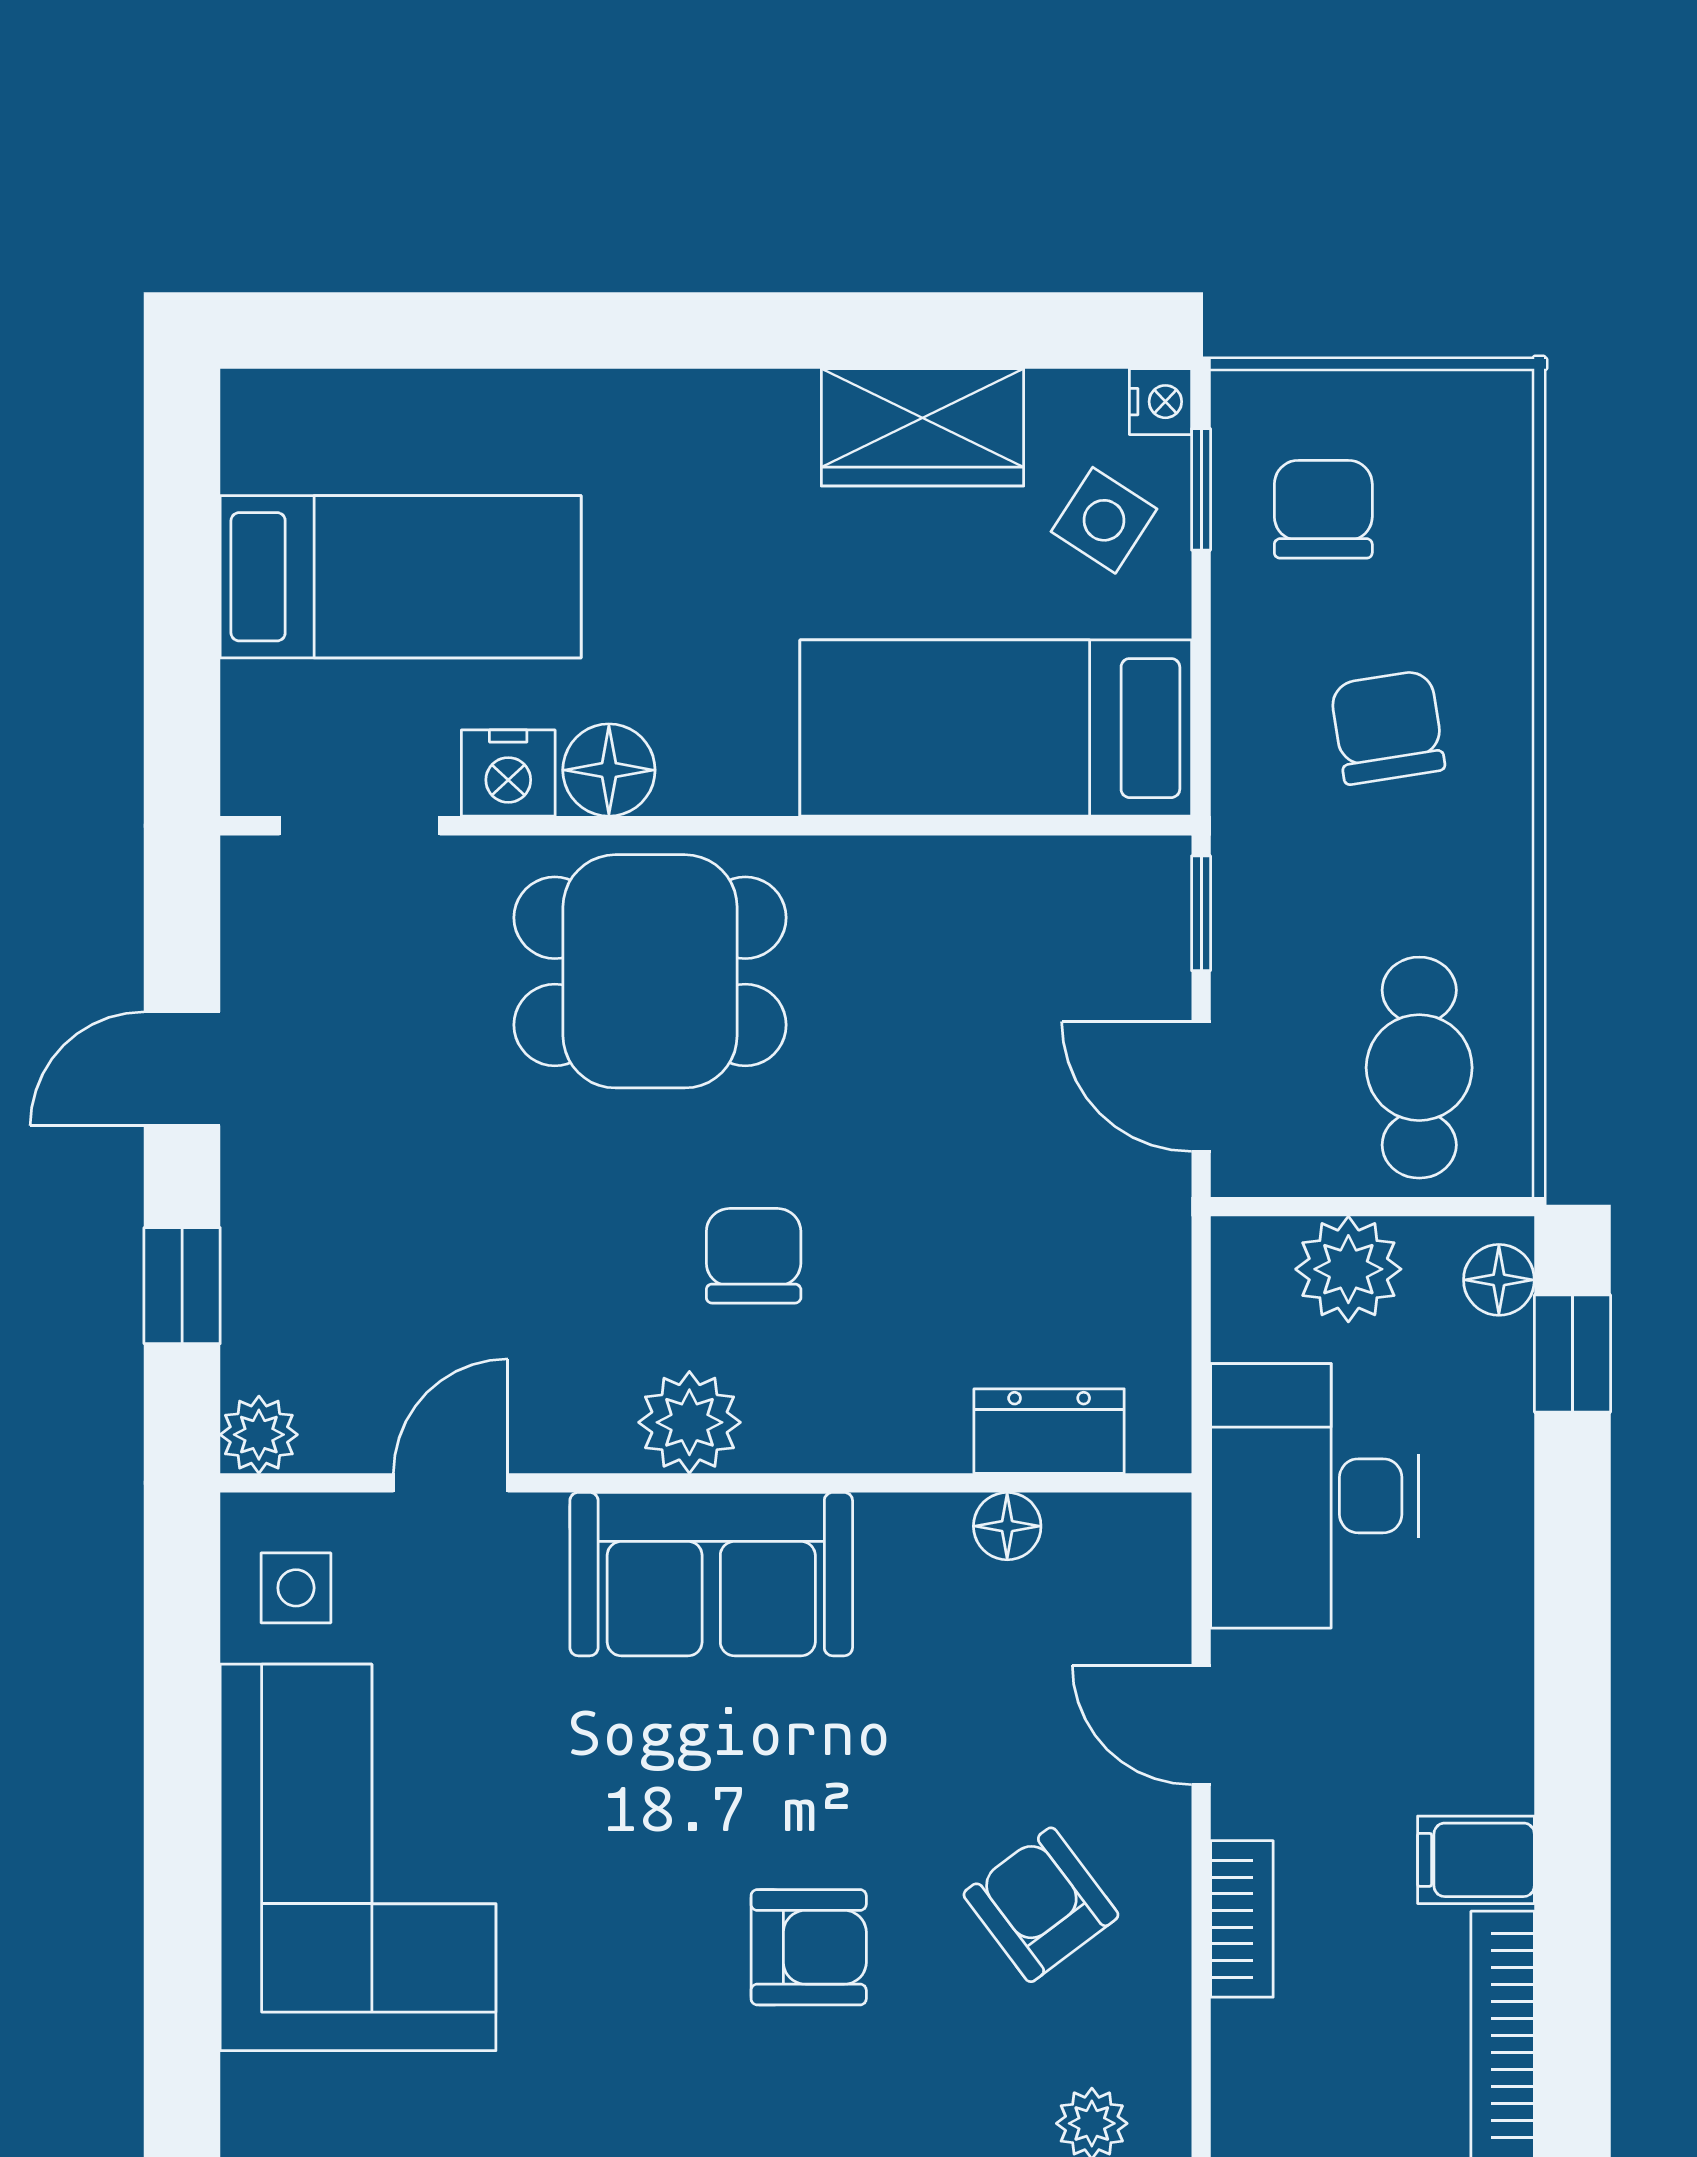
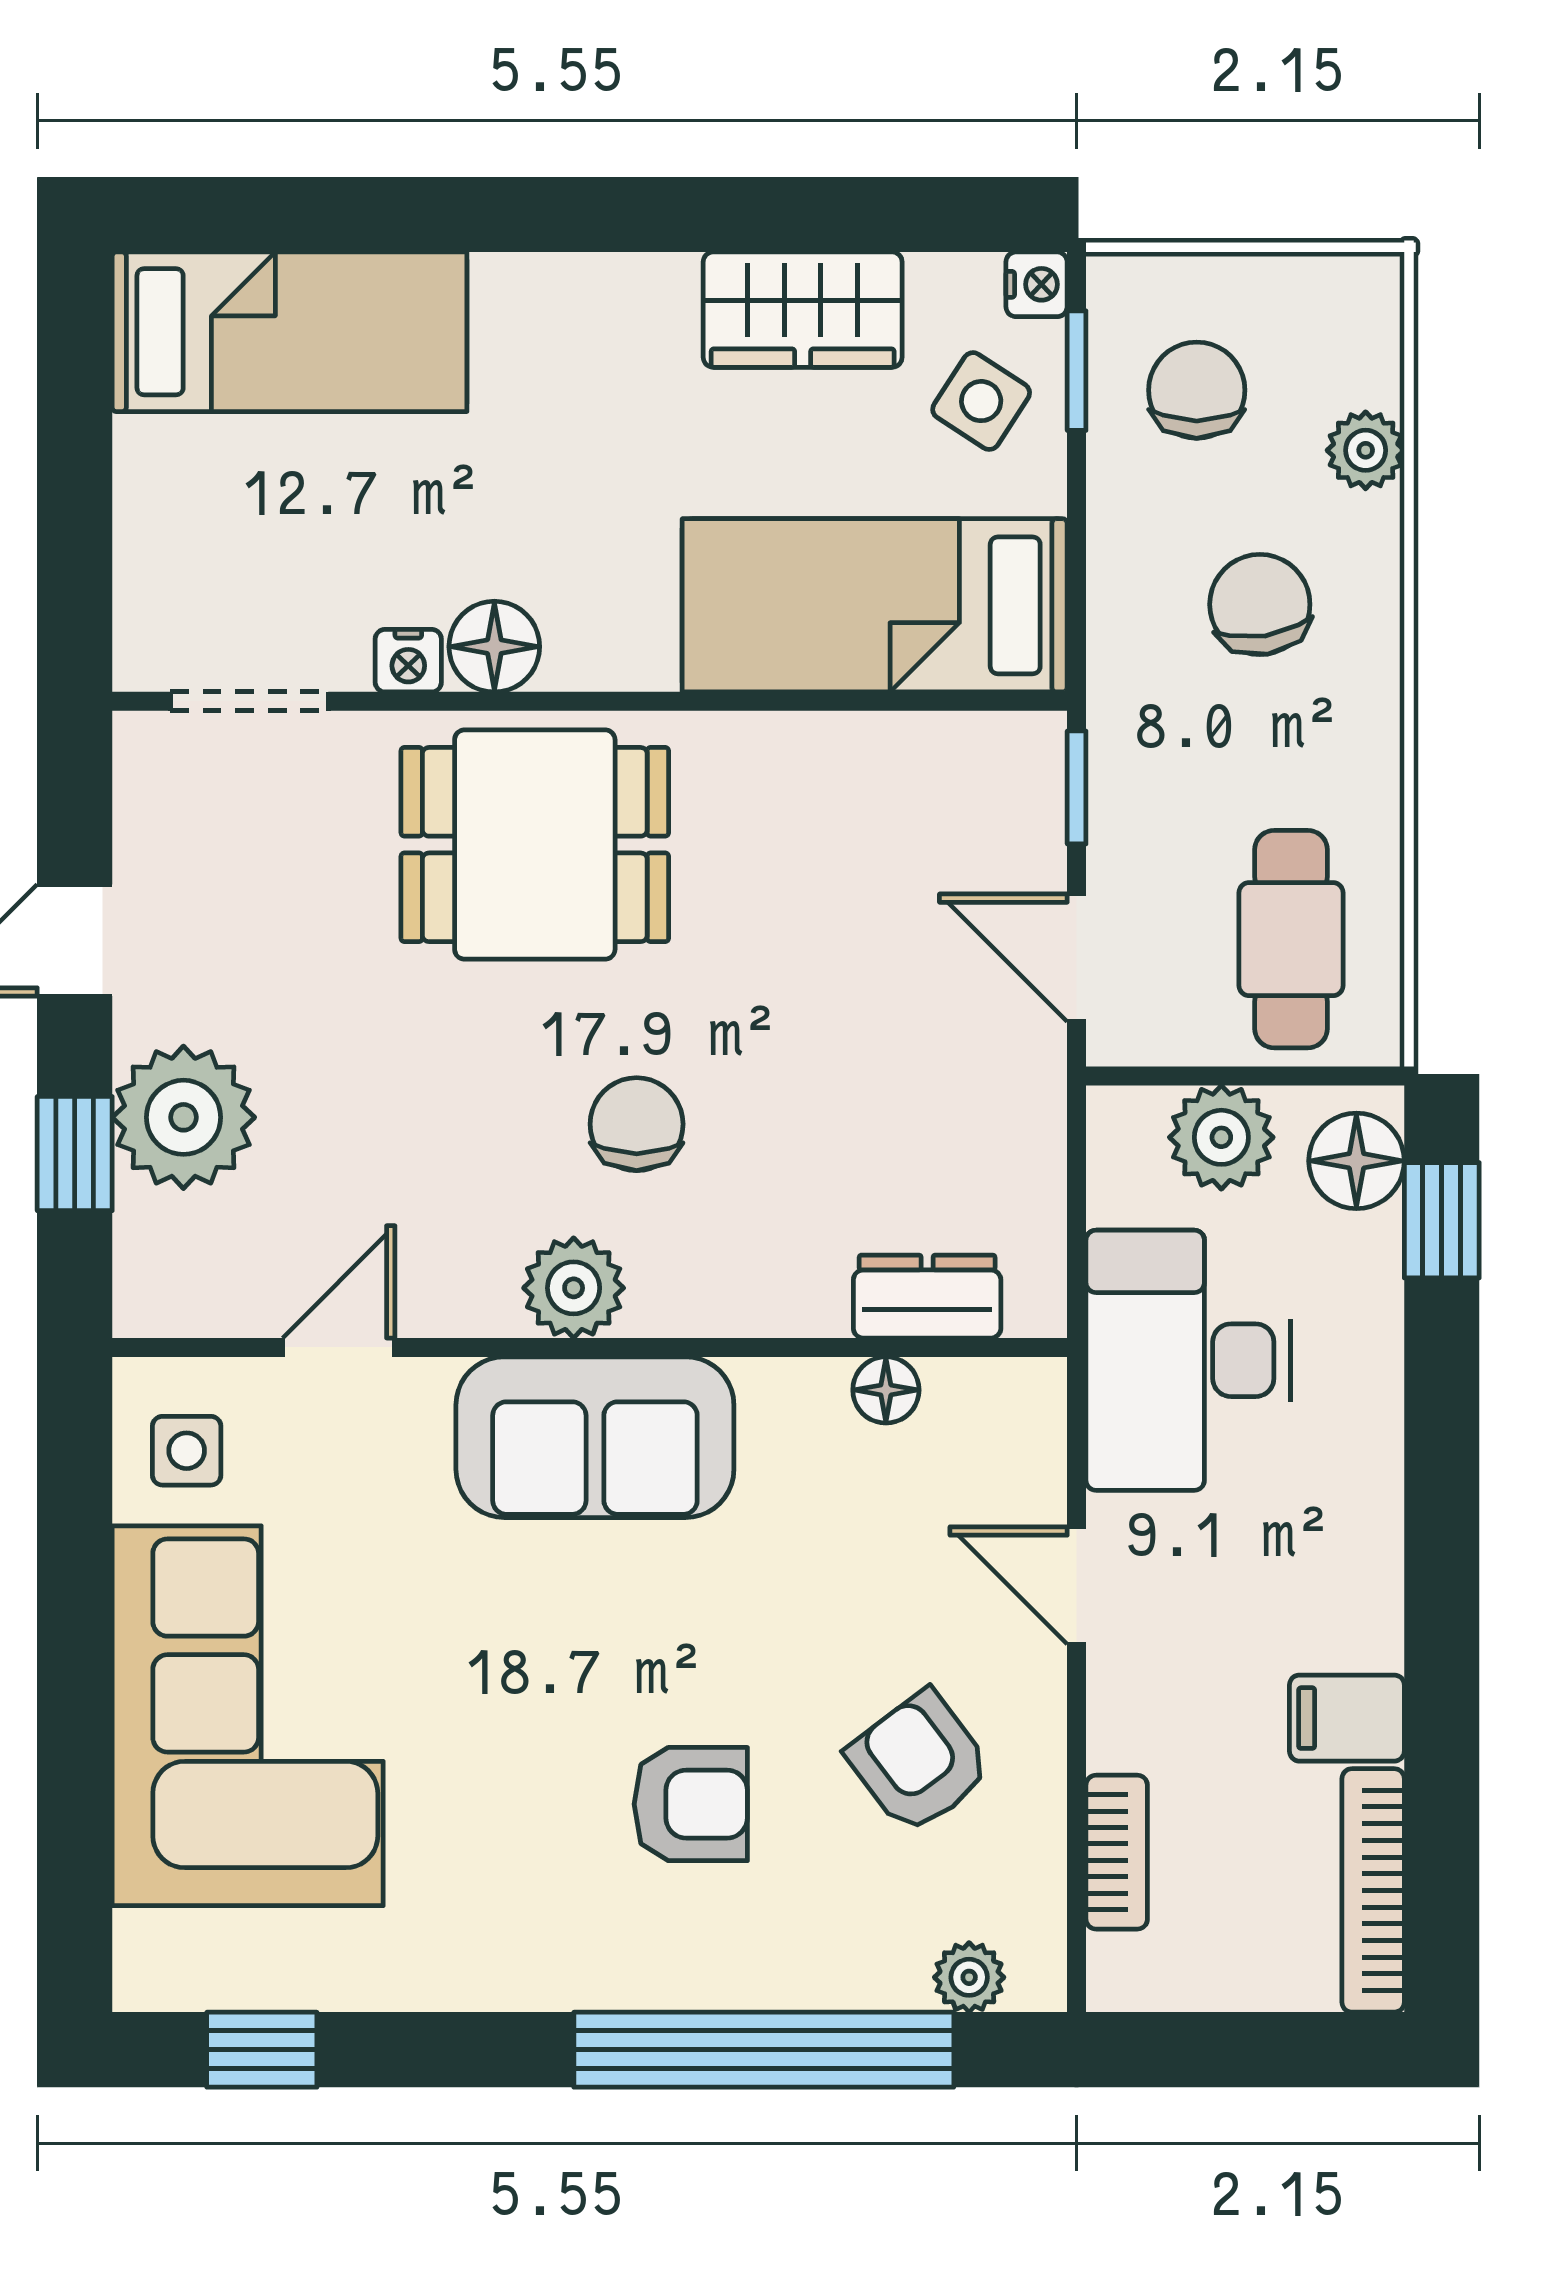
plant: (1495, 570) -> (1366, 450), added
bed: (401, 577) -> (290, 332), moved
nightstand: (508, 773) -> (408, 661), width x0.72, depth x0.74
floor lamp: (1499, 1280) -> (1356, 1161), width x1.37, depth x1.37
plant: (259, 1435) -> (183, 1117), moved, width x1.88, depth x1.88
bookcase: (1242, 1919) -> (1117, 1852), moved

